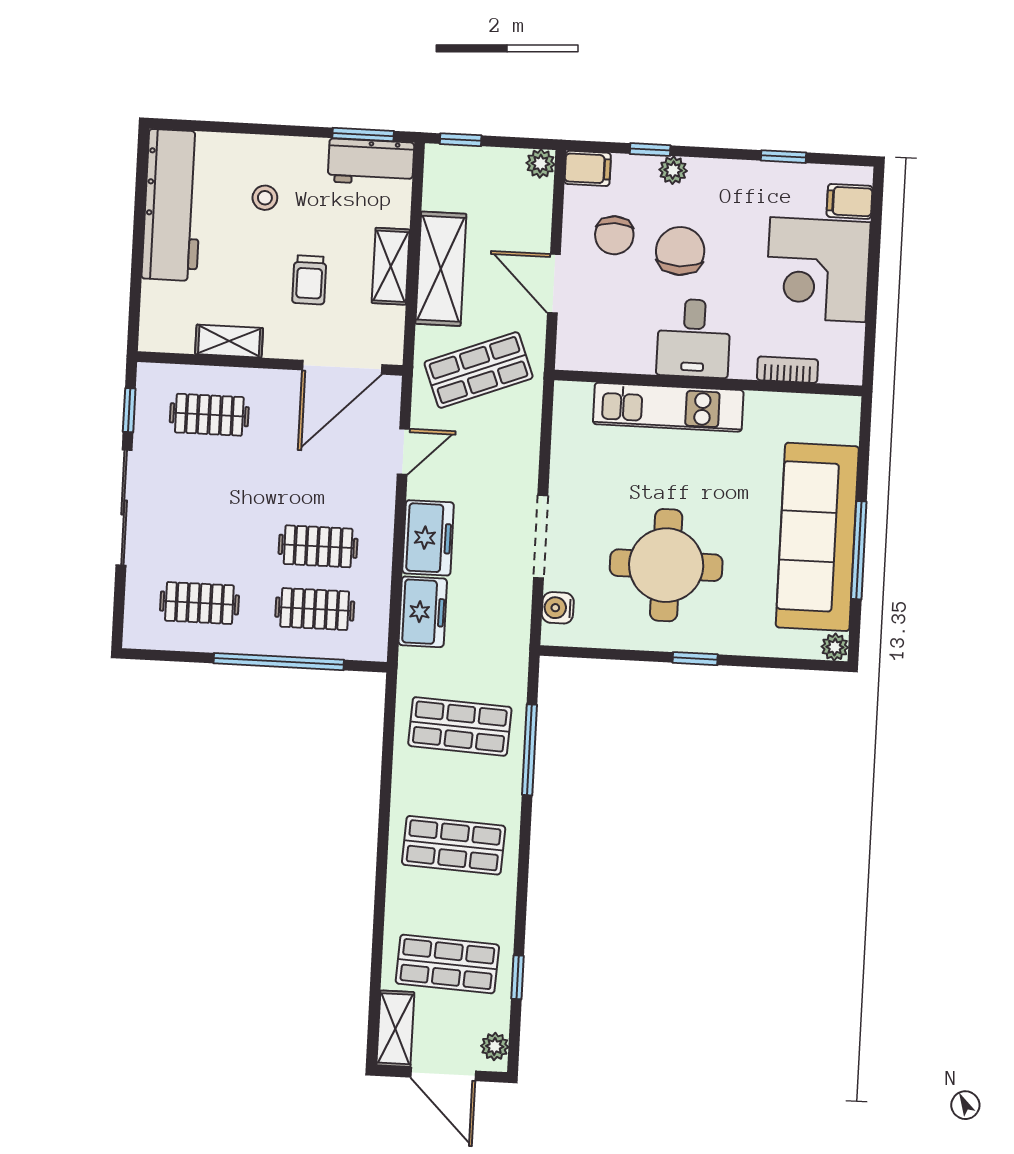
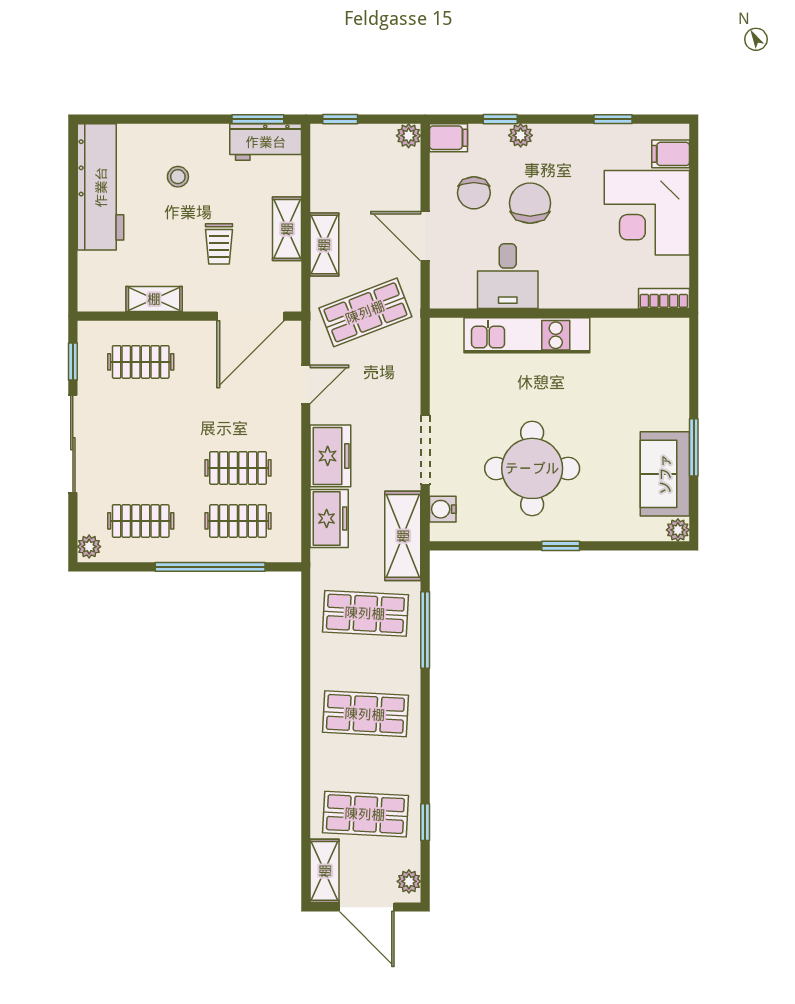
shelving: (441, 269) -> (324, 245), width x0.67, depth x0.75
desk: (694, 338) -> (508, 276), moved
bookcase: (787, 370) -> (664, 298), moved
sofa: (817, 537) -> (665, 474), width x0.54, depth x0.79
window: (859, 550) -> (694, 447), width x0.69
plant: (137, 630) -> (89, 547), added
shelving: (509, 637) -> (403, 536), added

